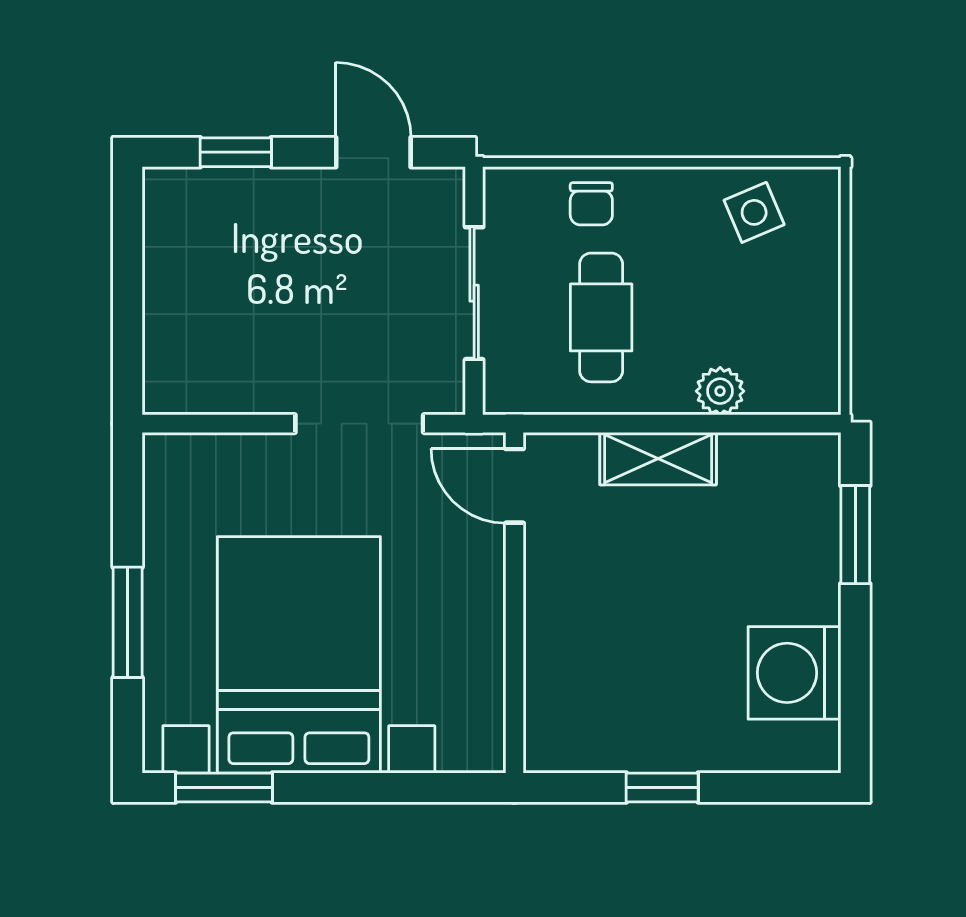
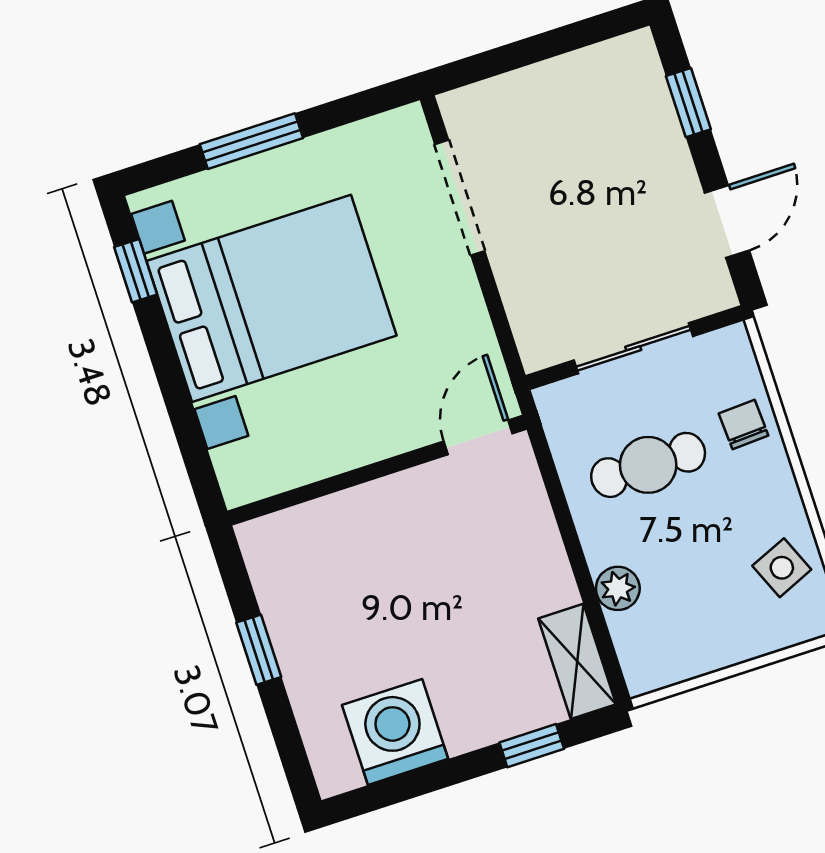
chair: (591, 204) -> (744, 425), turned 87
doorway: (359, 424) -> (460, 198), moved
shelving: (658, 459) -> (577, 661), moved
window: (855, 535) -> (532, 746), width x0.67
window: (224, 787) -> (136, 271), width x0.67

